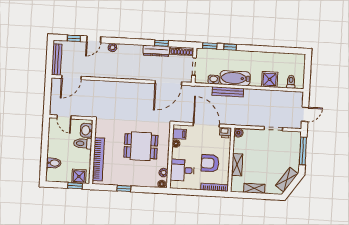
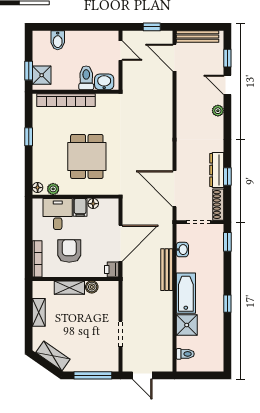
window: (230, 47) -> (227, 304), moved
bathtub: (235, 78) -> (186, 293), moved
window: (48, 93) -> (152, 27), added
door: (64, 117) -> (121, 51), swing flipped
boiler: (238, 133) -> (92, 287), moved
filing cabinet: (179, 134) -> (80, 207), moved

